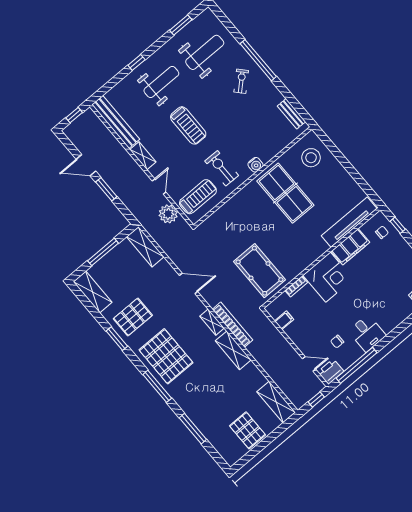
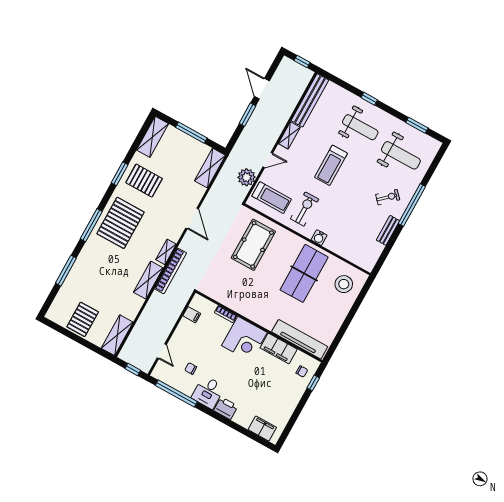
bench: (292, 114) -> (388, 230), moved
pool table: (260, 271) -> (253, 245), moved
printer: (331, 372) -> (226, 408), moved

